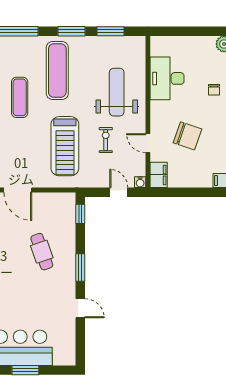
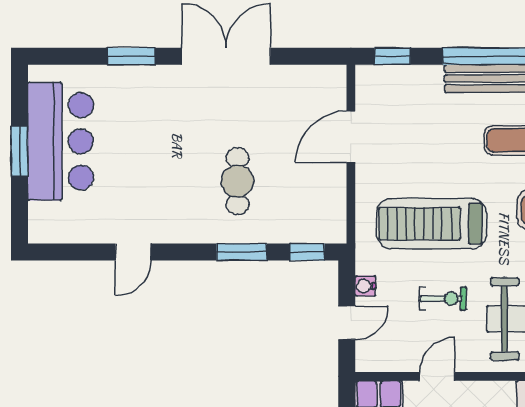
water cooler: (140, 182) -> (365, 286), moved
cafe table: (42, 252) -> (238, 181), turned -71
window: (80, 267) -> (242, 252), moved

